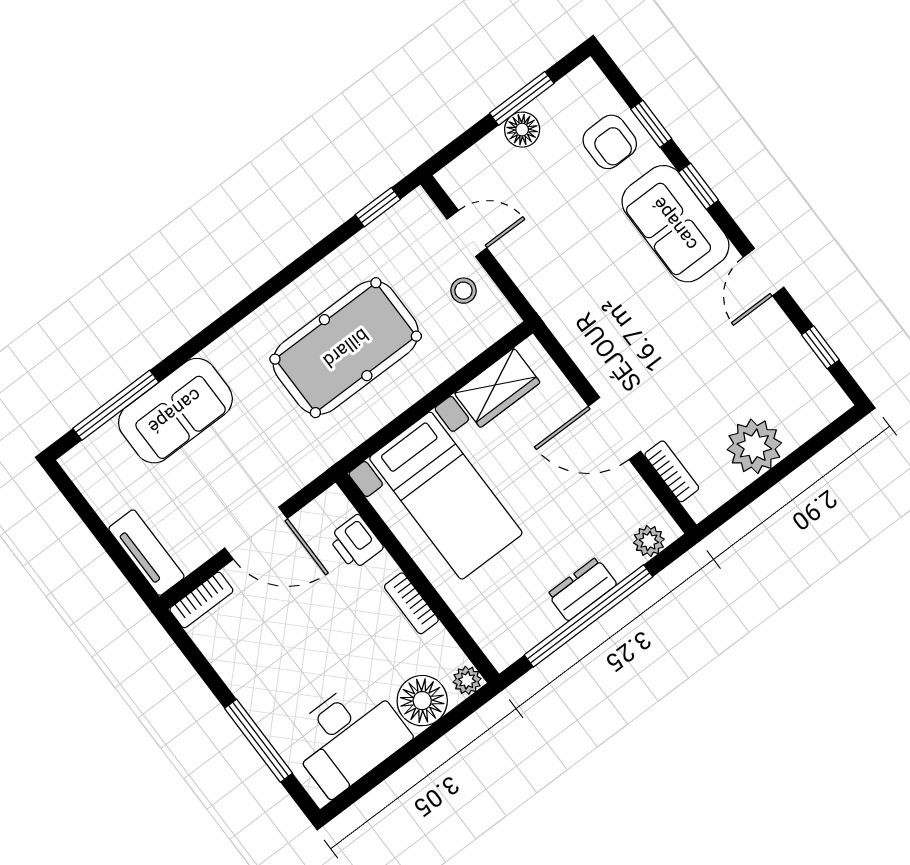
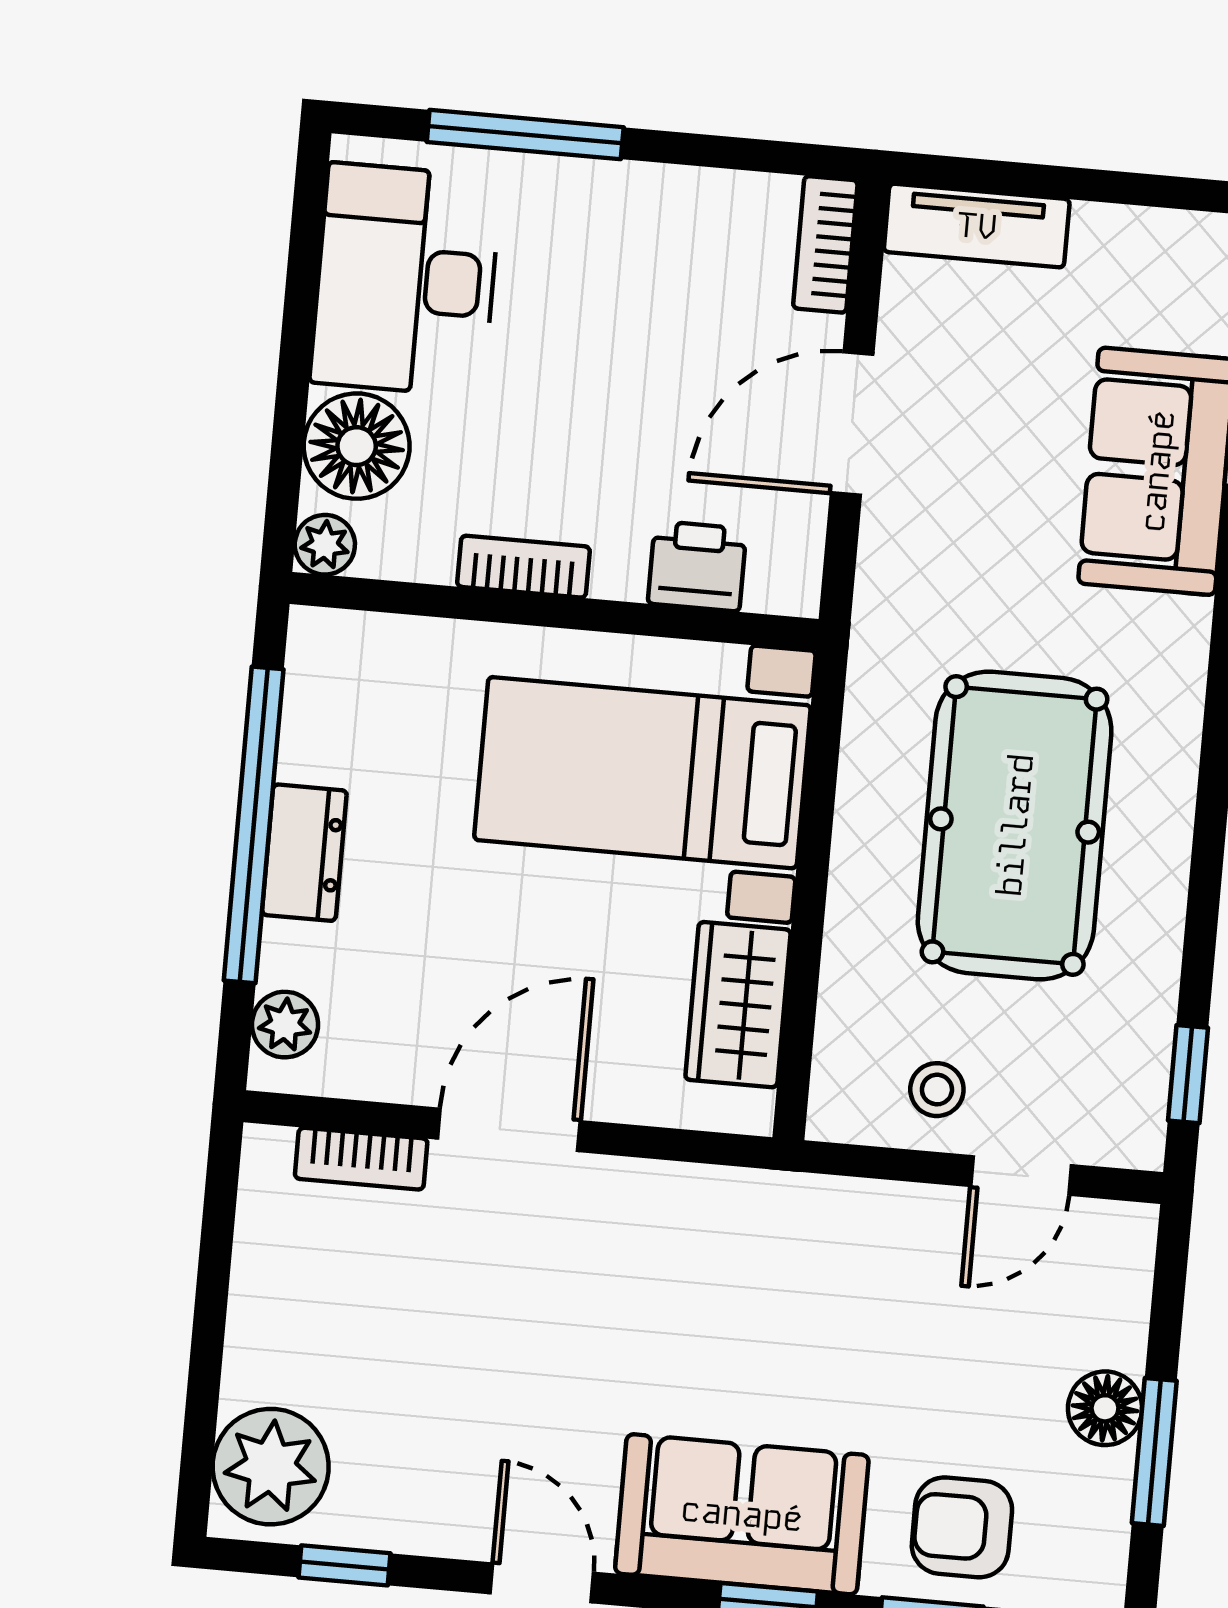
plant: (754, 446) -> (271, 1467), moved

